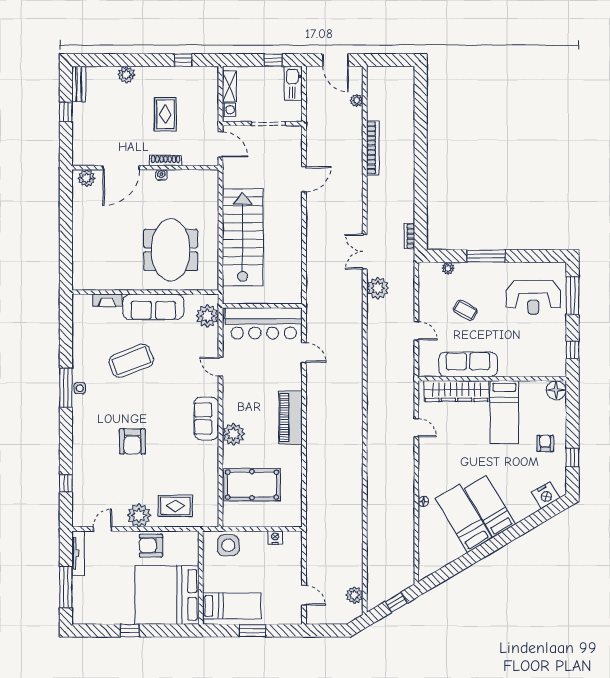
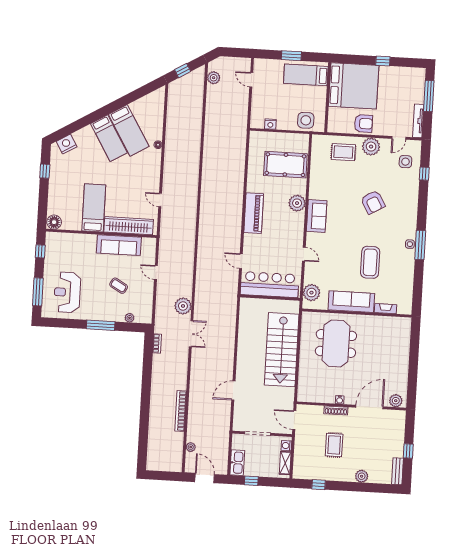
reception desk: (533, 297) -> (67, 292), turned -90
coffee table: (131, 361) -> (370, 262), turned -69
armchair: (132, 441) -> (373, 202), turned 150
armchair: (545, 443) -> (65, 183), removed
side table: (92, 498) -> (405, 162), added

